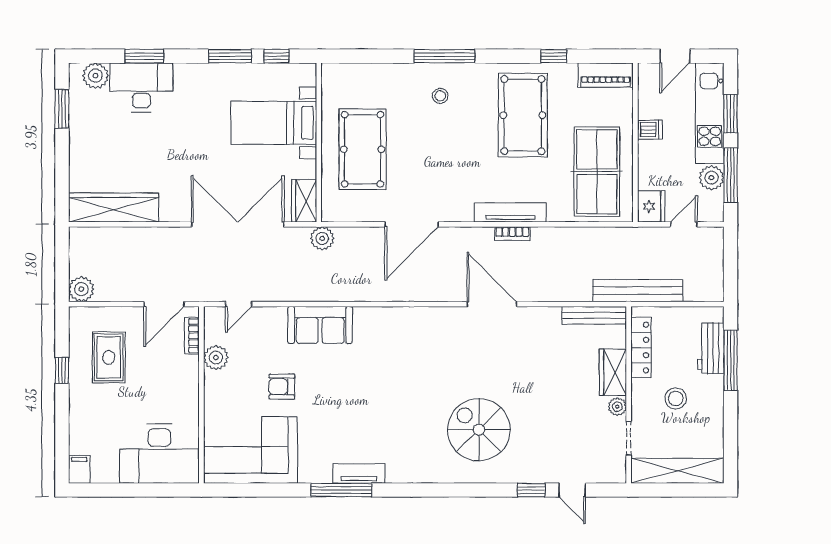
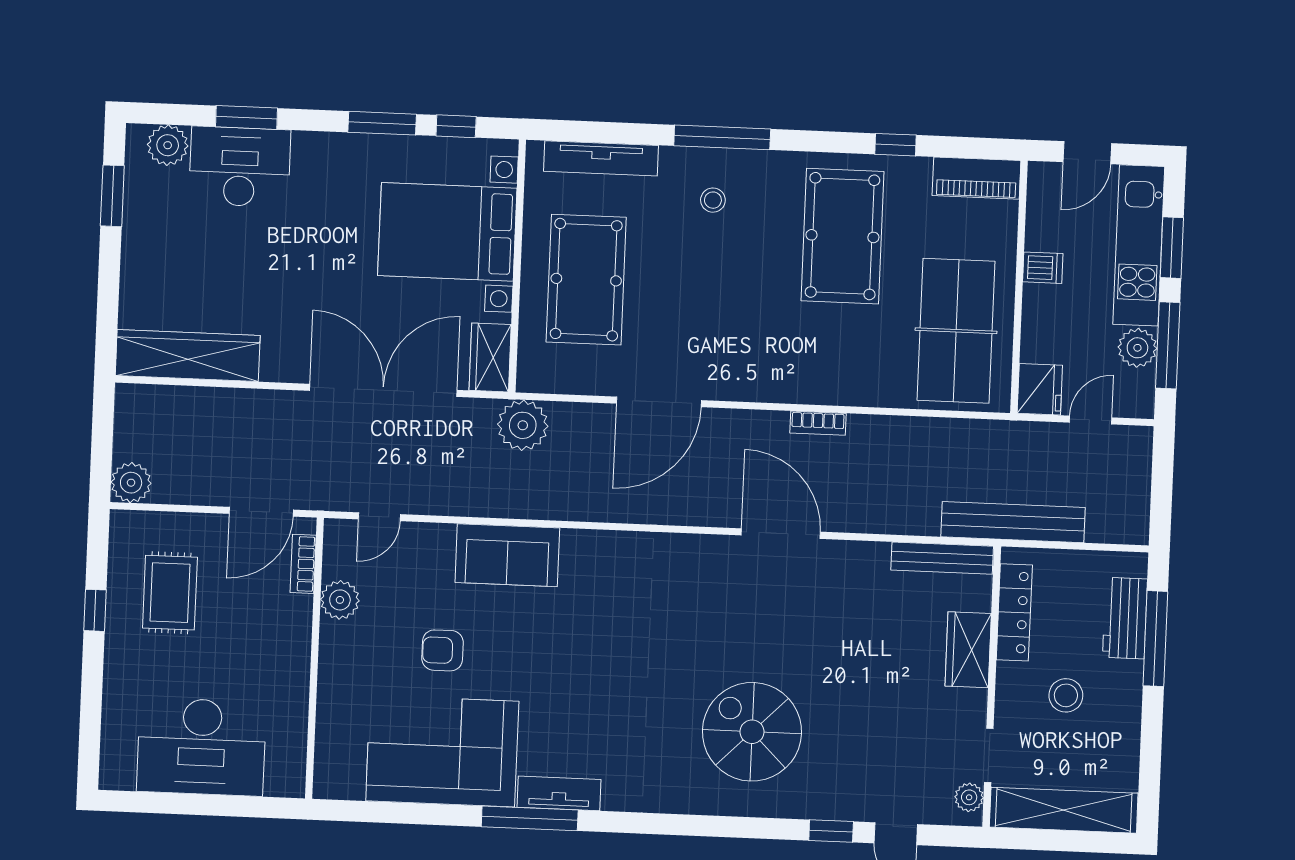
bed with nightstands: (274, 123) -> (447, 232), width x1.36
tv unit: (510, 212) -> (601, 158), moved, turned 180
plant: (322, 238) -> (523, 425), width x1.36, depth x1.36
plant: (617, 407) -> (969, 797), moved
corner sofa: (250, 450) -> (442, 751), moved
desk: (159, 454) -> (201, 747), moved
filing cabinet: (79, 469) -> (116, 768), removed

